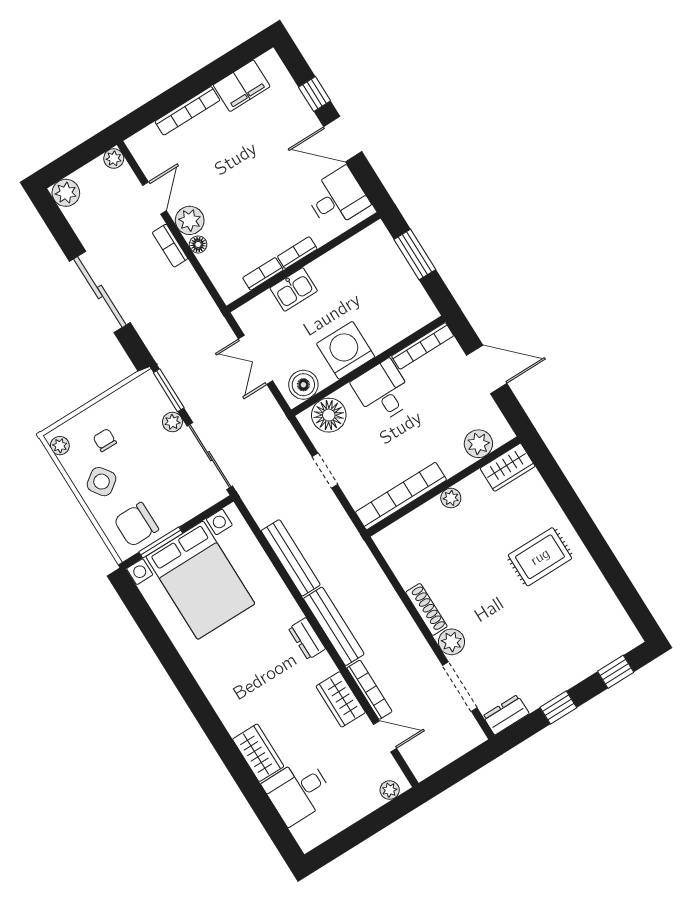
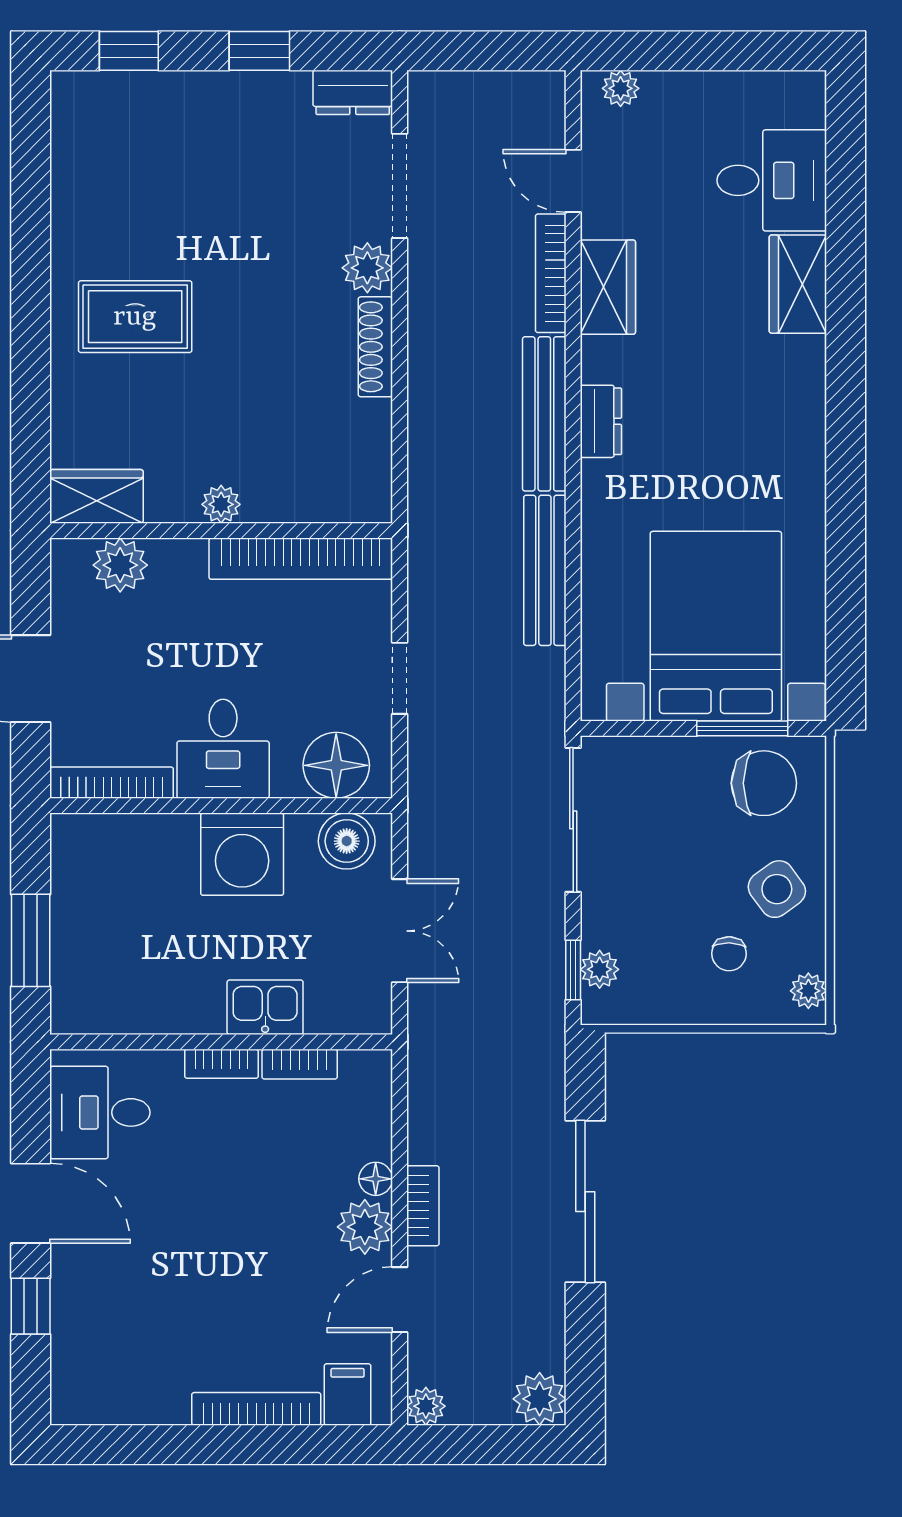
filing cabinet: (242, 86) -> (348, 1394), moved, width x0.50
window: (169, 390) -> (573, 970), width x0.67
plant: (172, 422) -> (600, 969), moved

